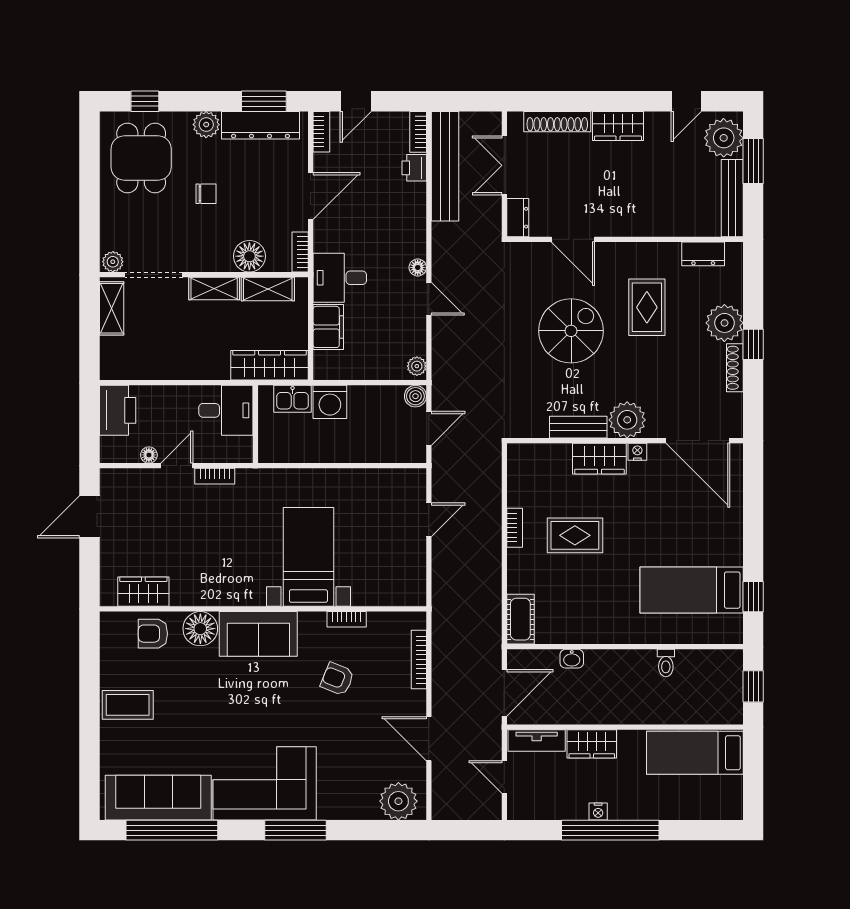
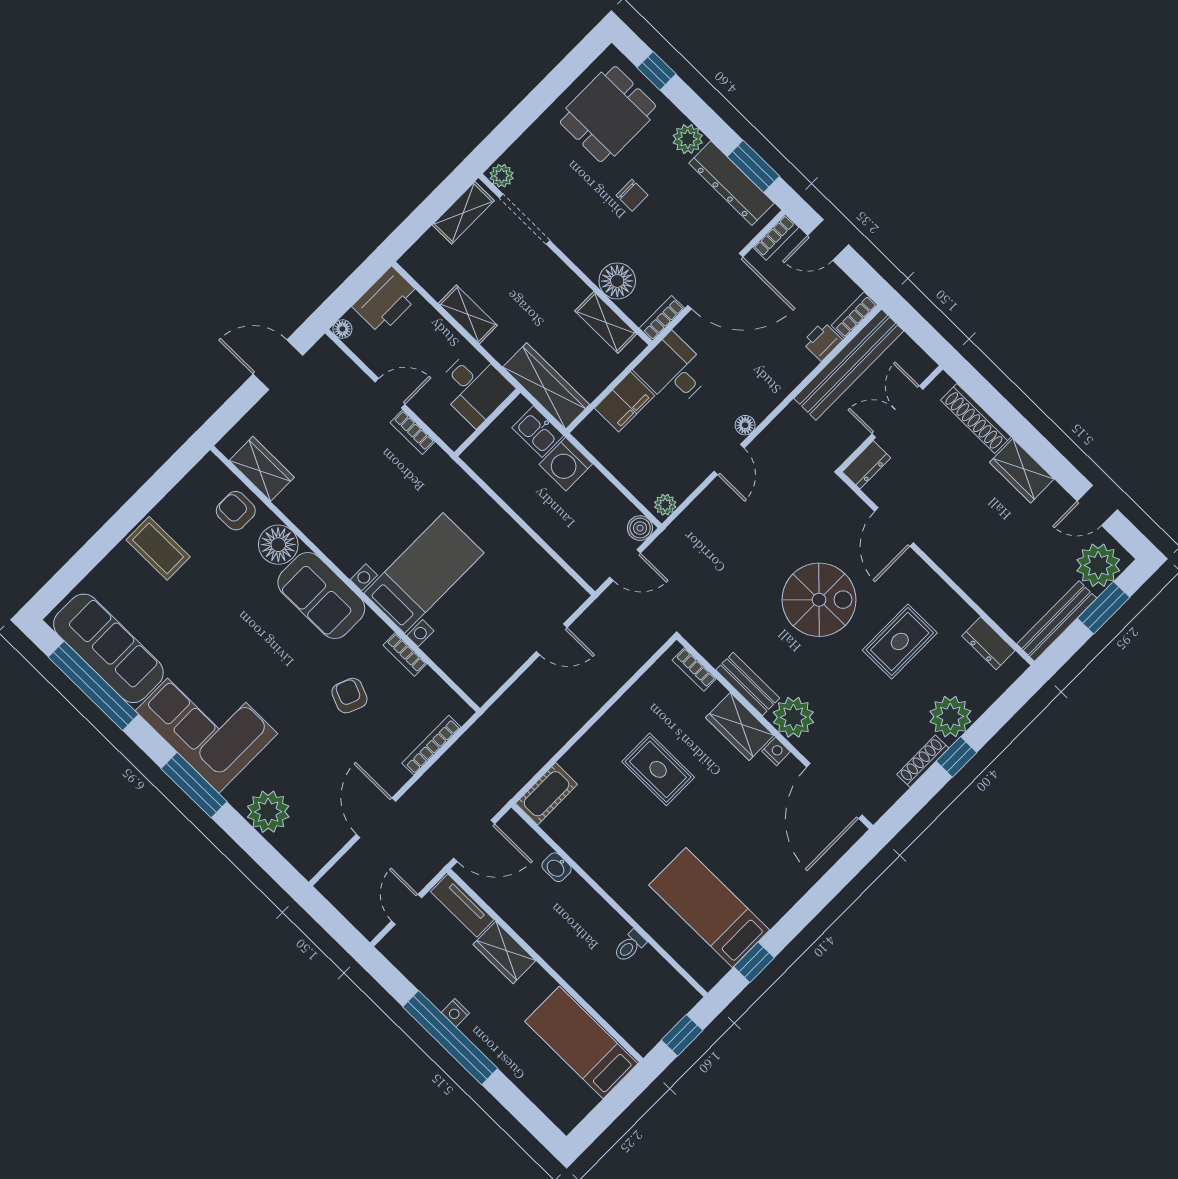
door: (311, 196) -> (715, 281), width x1.36
shelving: (214, 289) -> (468, 314), moved
floor lamp: (149, 455) -> (342, 329), moved
bookcase: (515, 528) -> (694, 669), moved, turned 90
plant: (398, 801) -> (268, 812), moved

